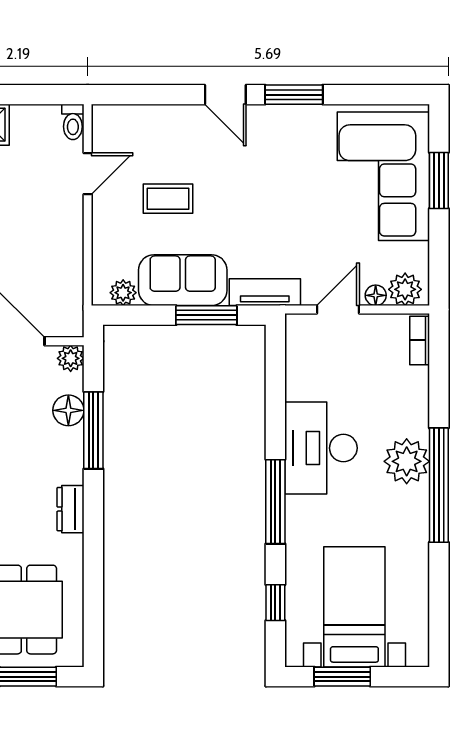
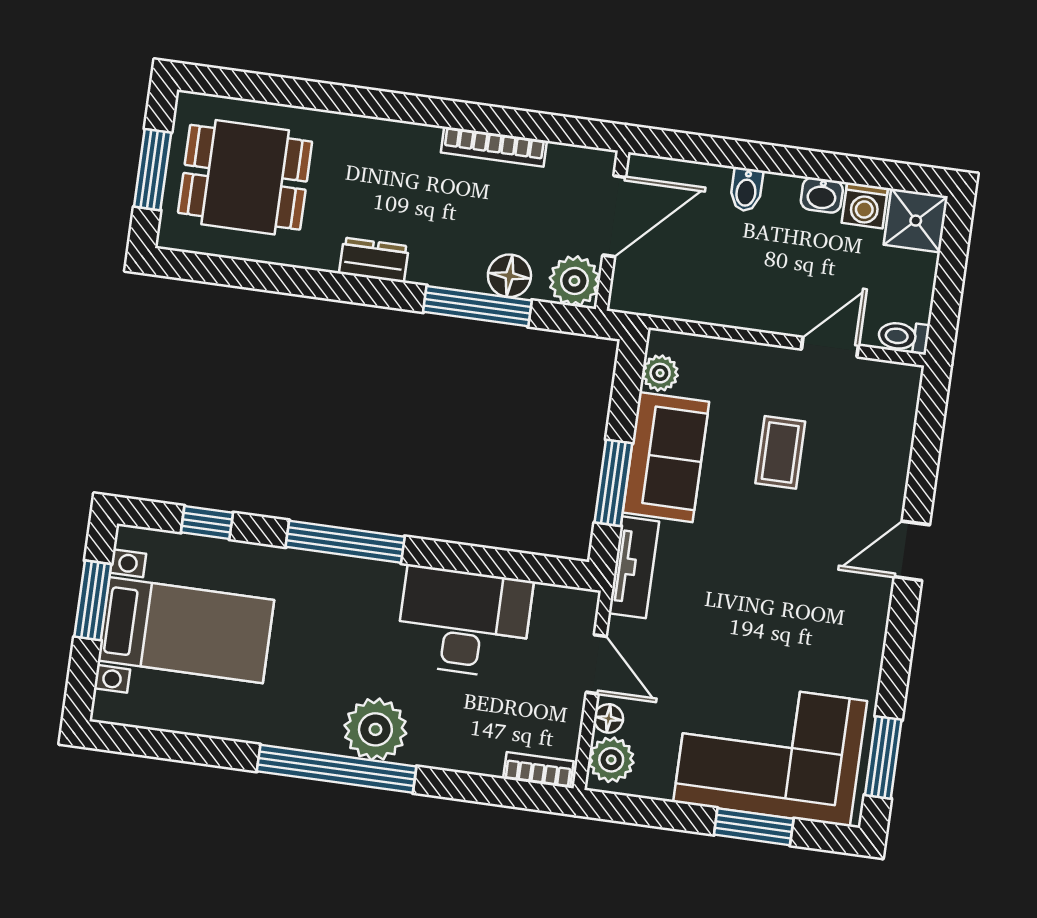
window: (294, 95) -> (883, 757), moved
door: (88, 174) -> (830, 347), swing flipped
plant: (71, 358) -> (574, 281), width x1.38, depth x1.38
desk: (321, 448) -> (464, 622), moved

